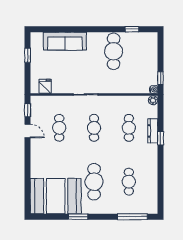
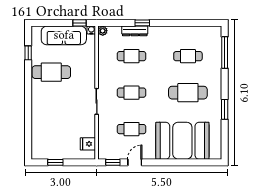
sofa: (65, 41) -> (64, 35), moved, turned 90
booth: (56, 196) -> (182, 141), moved, turned 90

